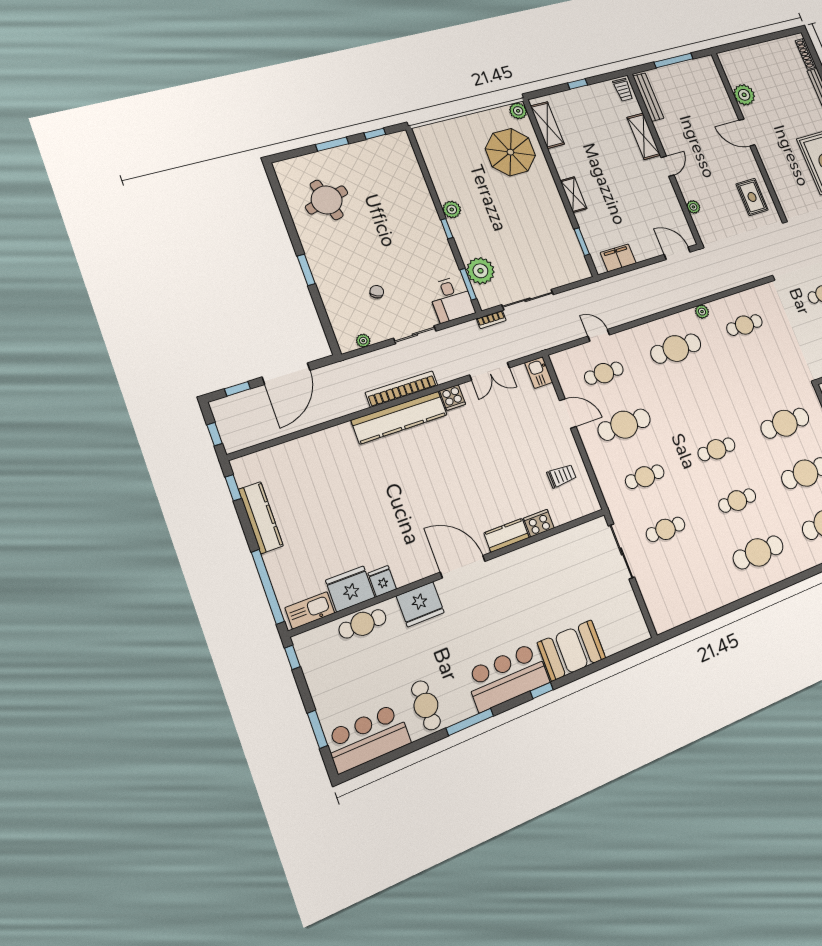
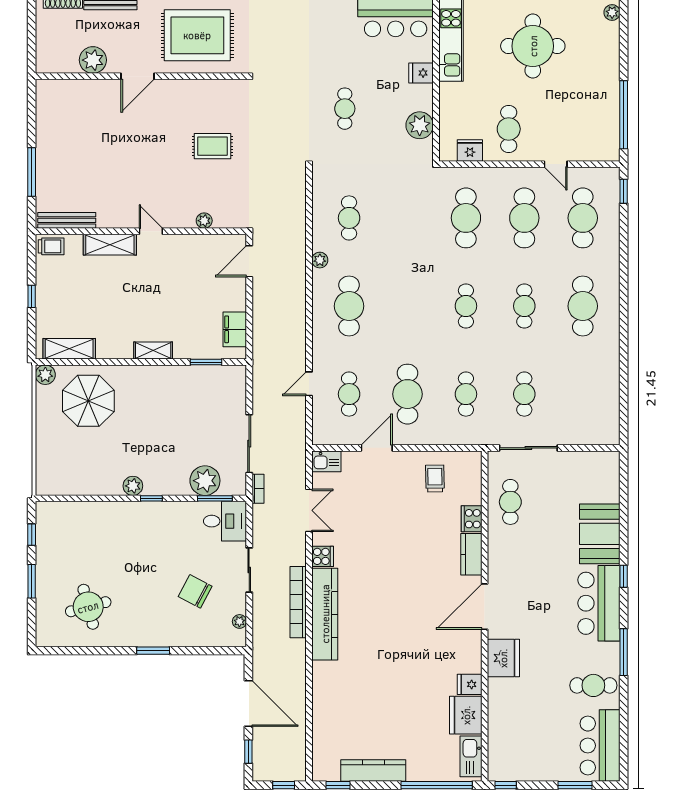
plant: (744, 95) -> (93, 60), moved
door: (747, 133) -> (138, 76), moved
wall: (748, 135) -> (141, 76), moved
chair: (377, 292) -> (195, 591), width x1.87, depth x1.87
cafe table: (363, 624) -> (510, 502), moved

